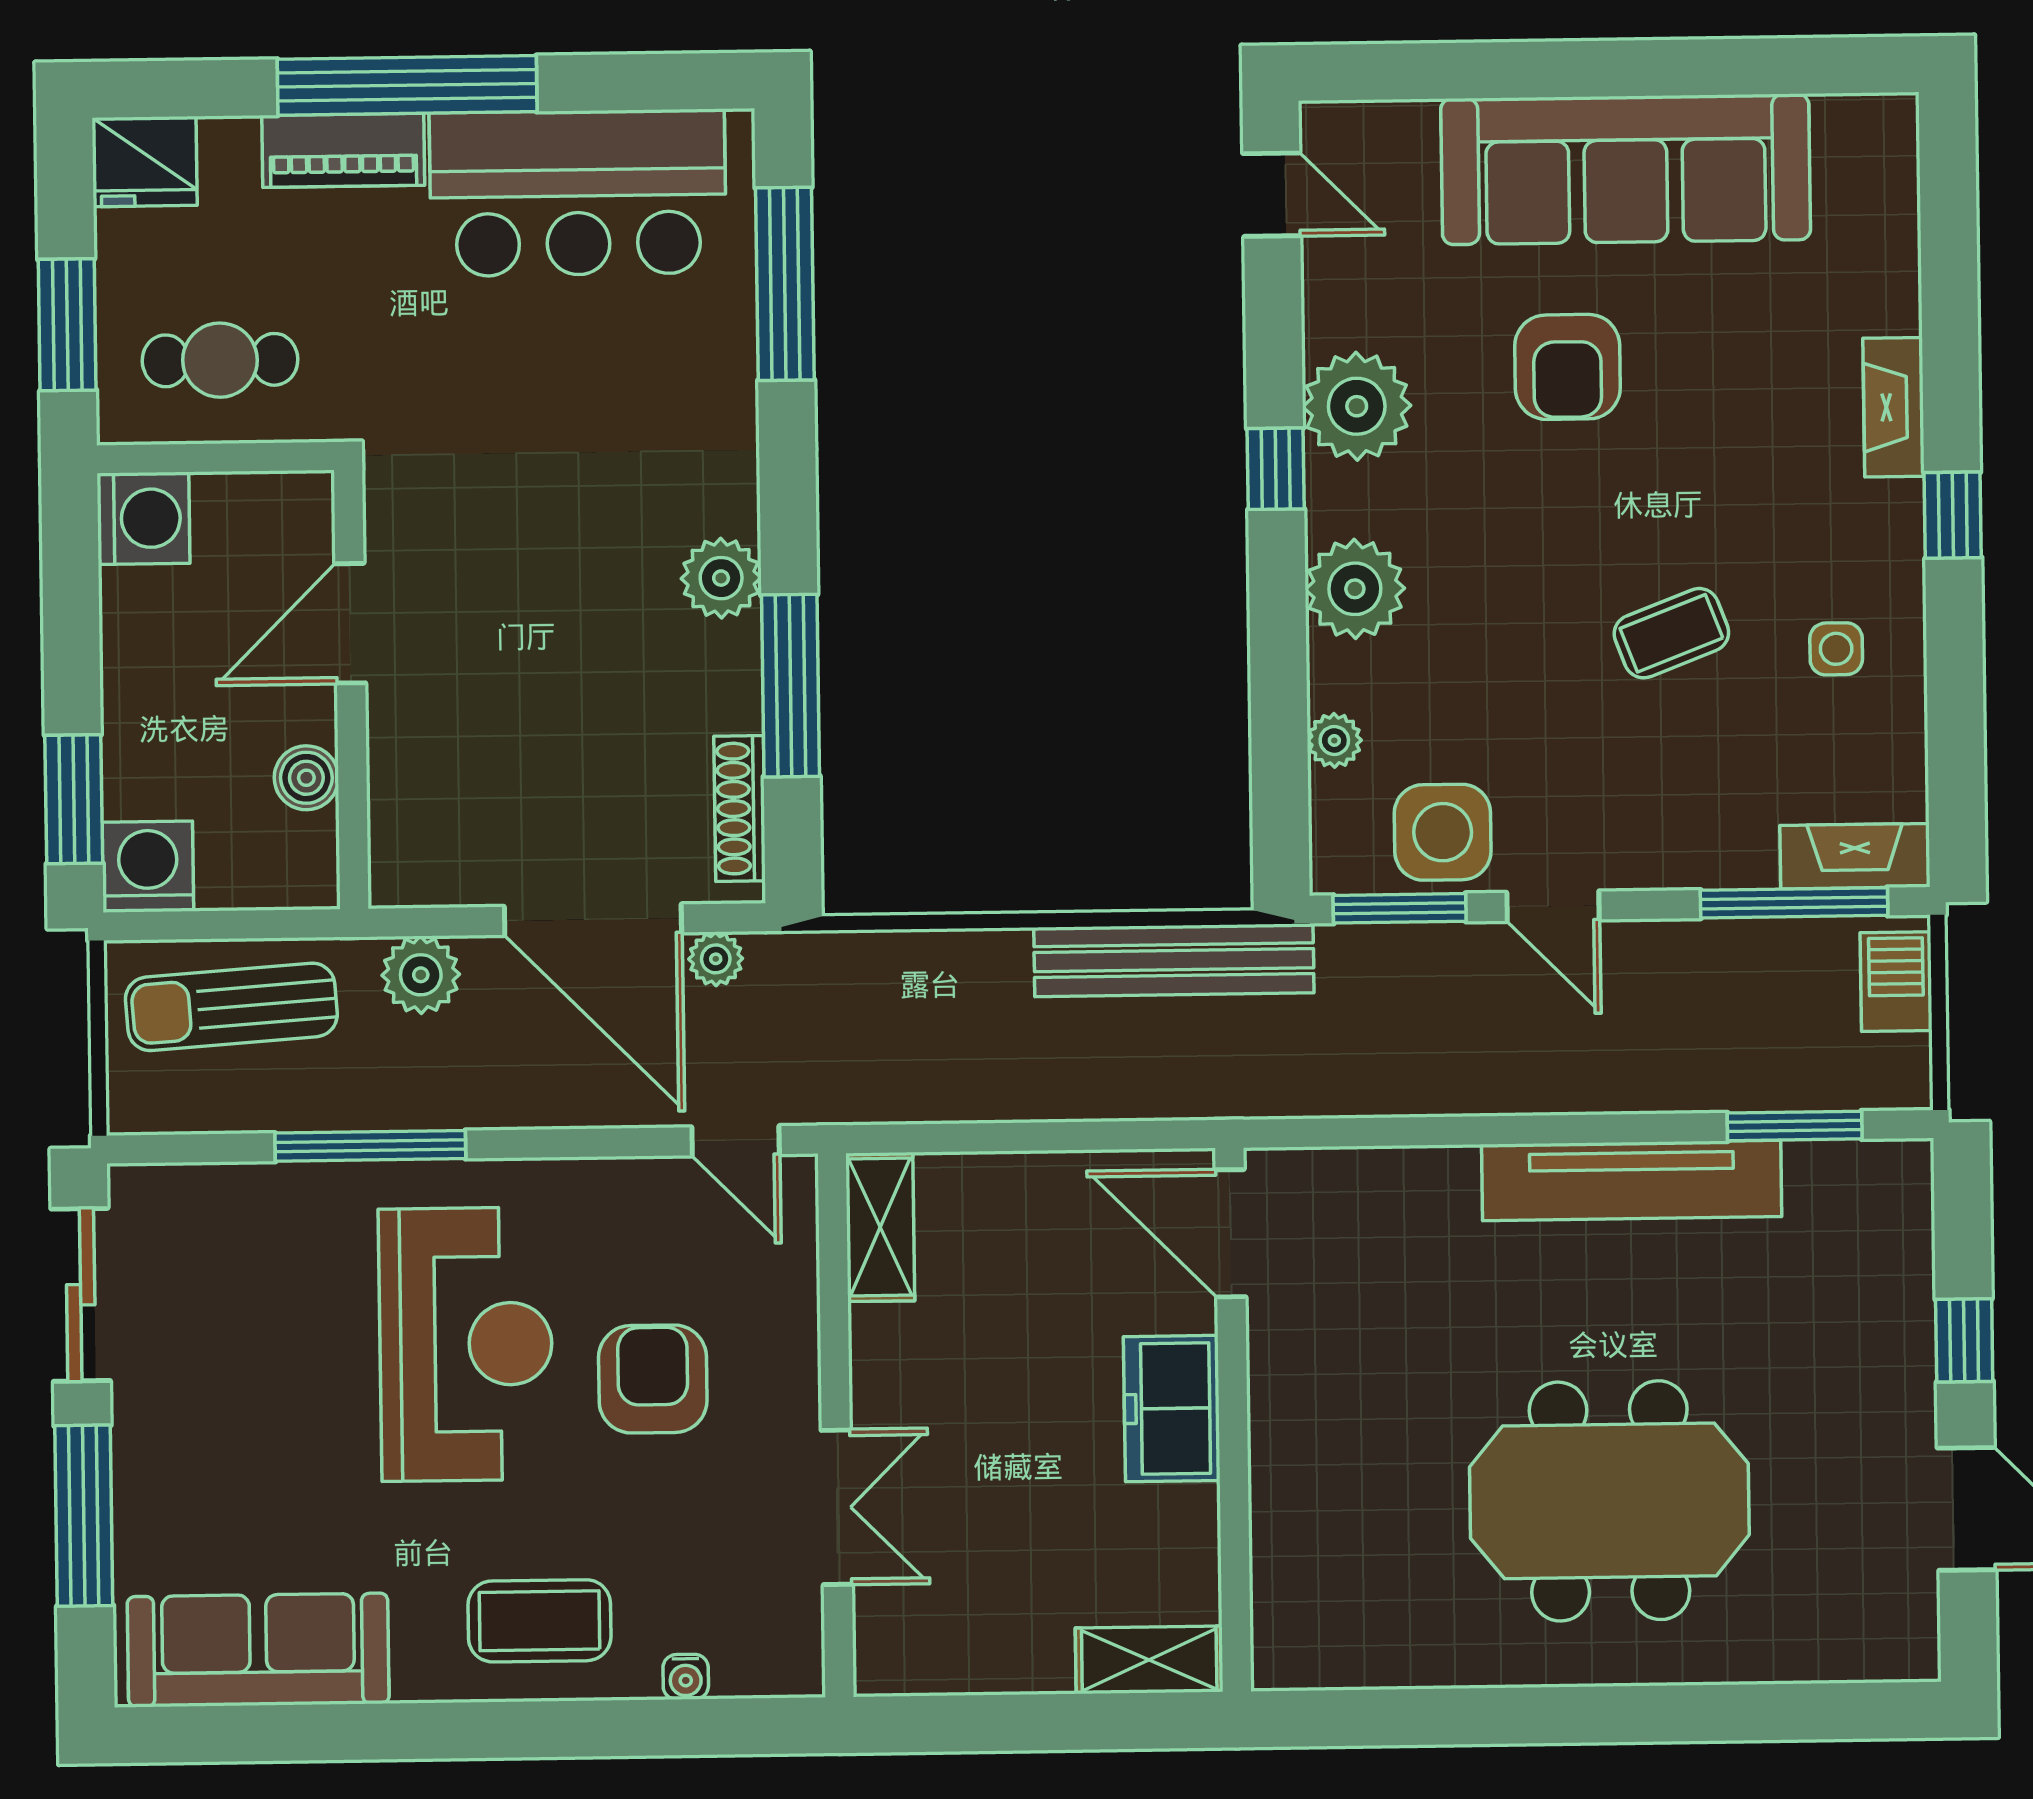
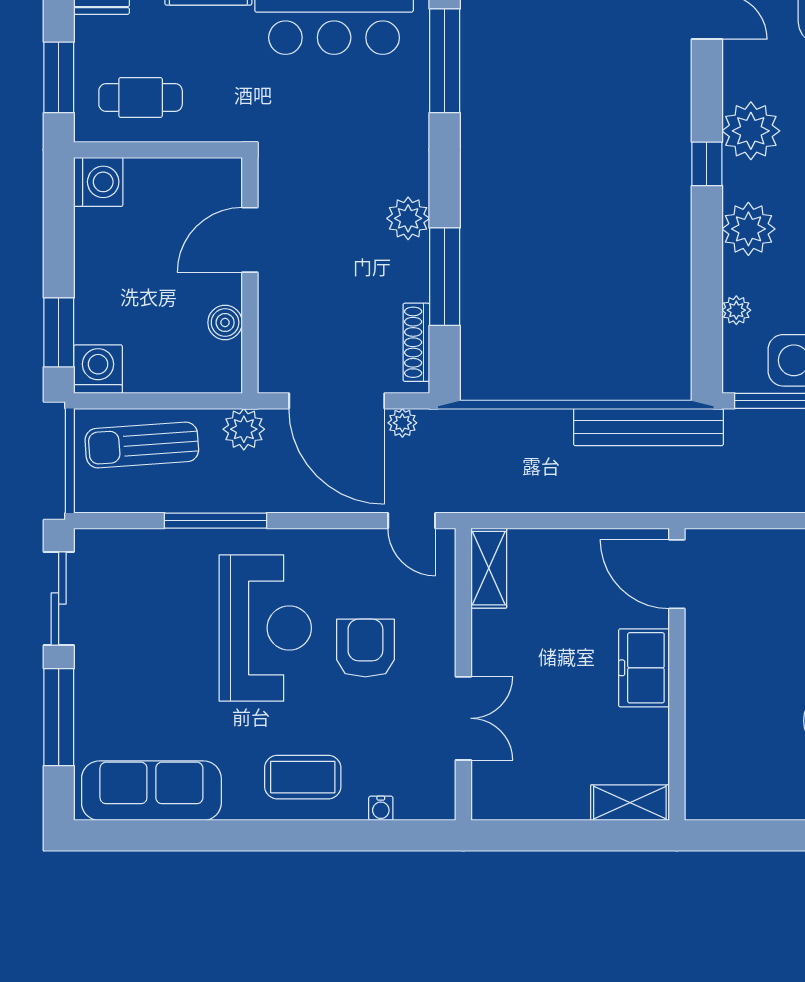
door: (350, 623) -> (250, 240), moved
wall: (351, 689) -> (250, 275), moved
boiler: (306, 778) -> (225, 323), moved

